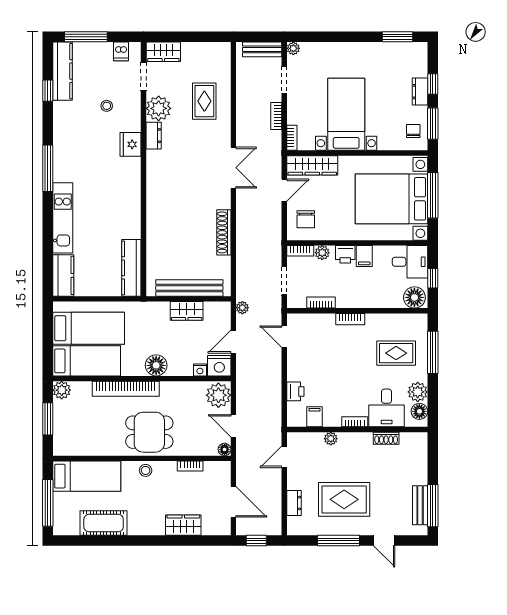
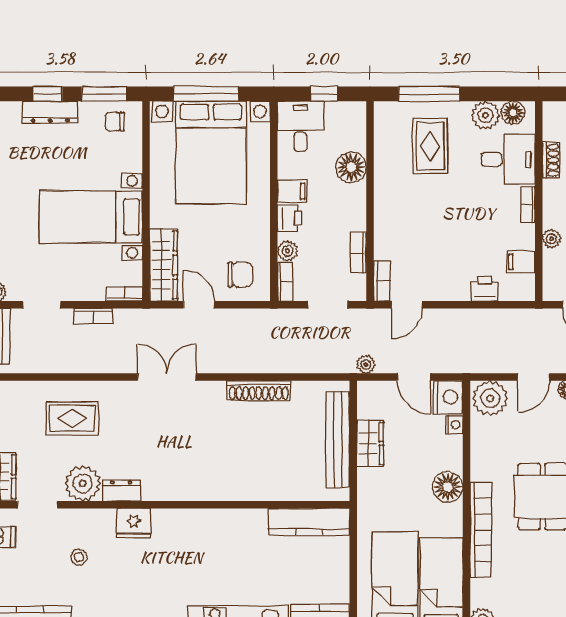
dresser: (420, 92) -> (50, 112), width x1.44
floor lamp: (414, 297) -> (351, 167), moved
bookcase: (350, 319) -> (382, 281), moved

